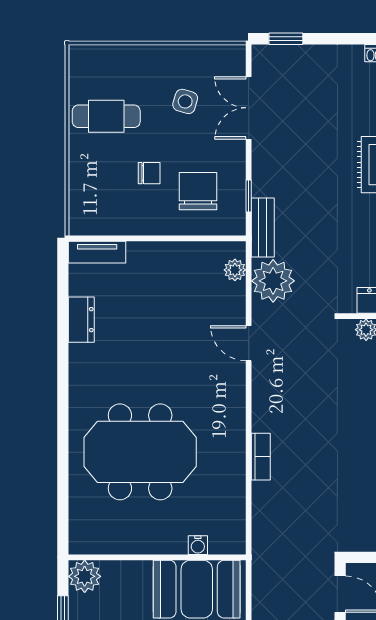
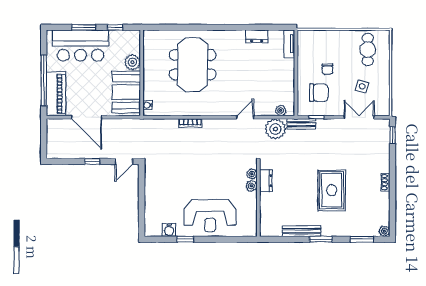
cafe table: (106, 116) -> (368, 50), moved
water cooler: (198, 545) -> (148, 105), moved
plant: (85, 576) -> (132, 62), moved

